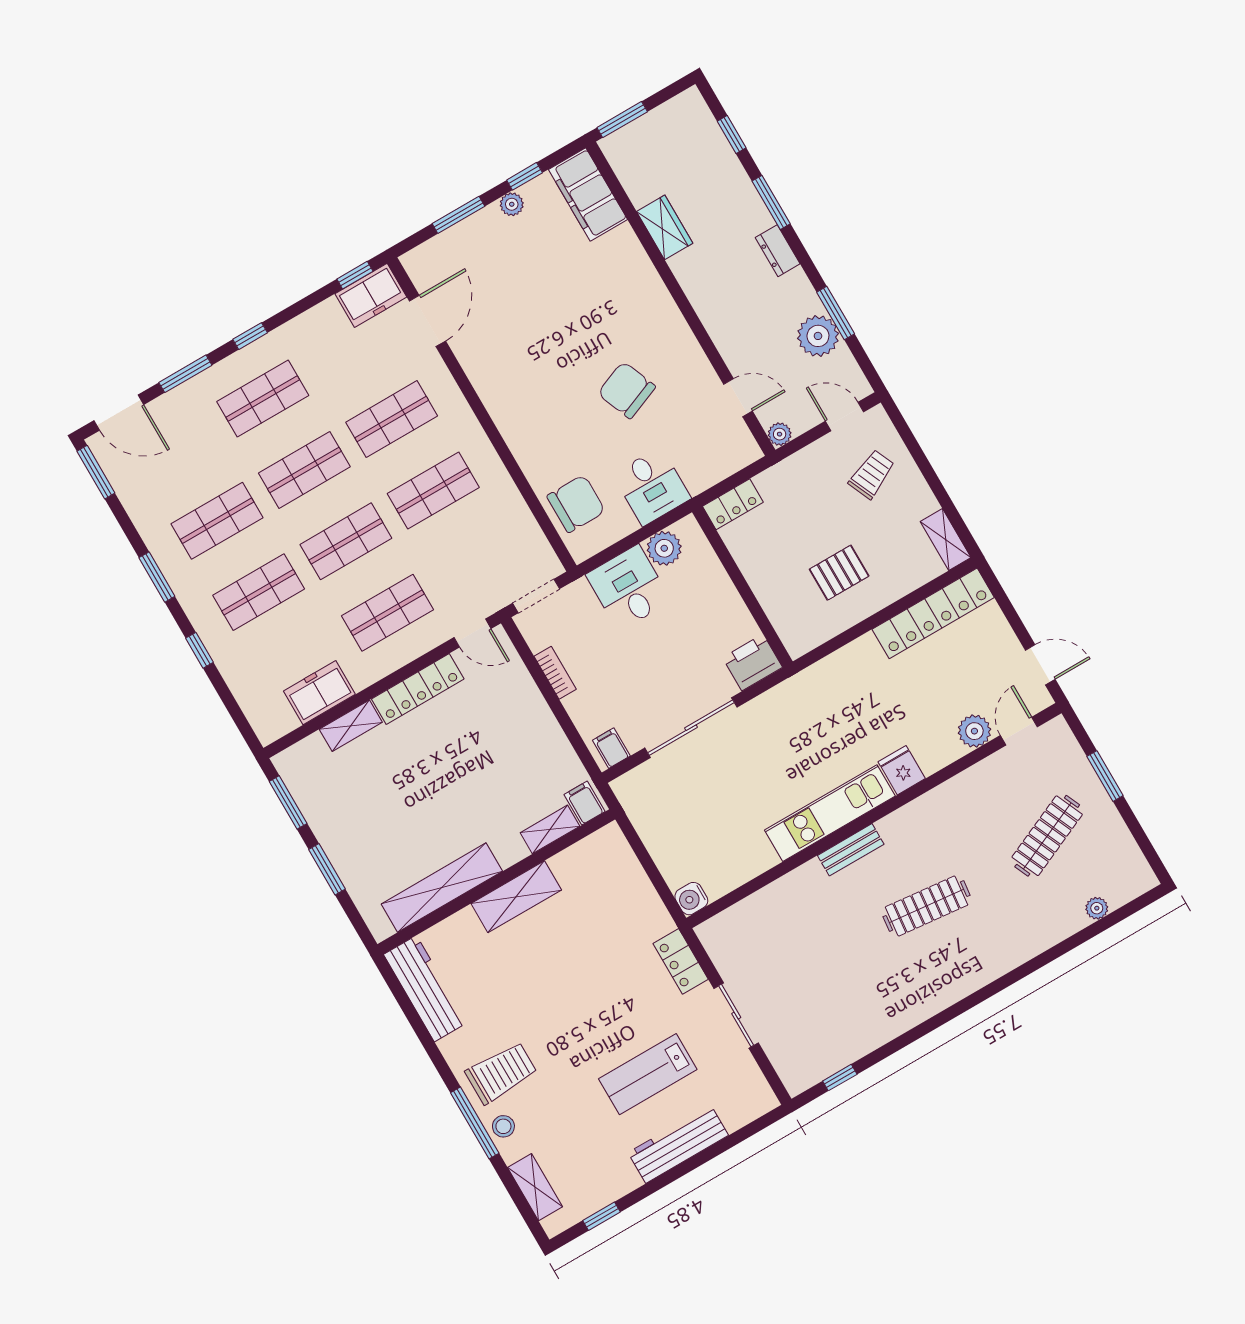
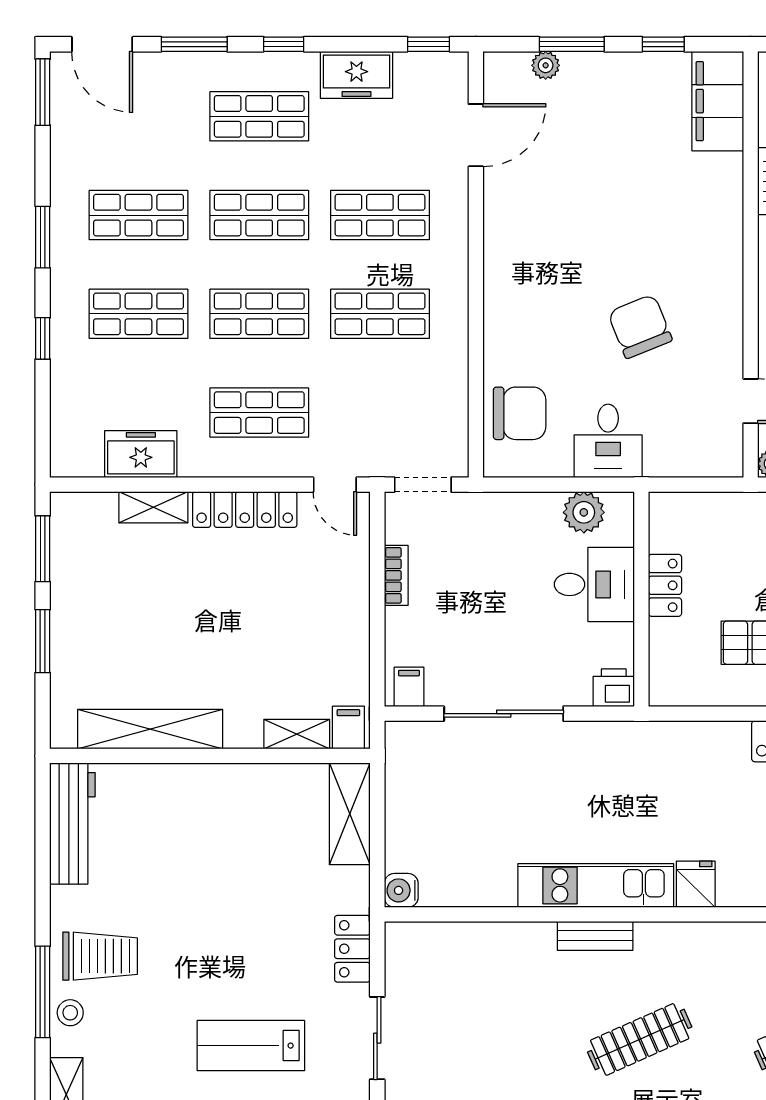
plant: (512, 204) -> (546, 65), moved
freezer: (371, 295) -> (356, 75), moved
locker: (733, 504) -> (665, 585), moved, turned -90
desk: (629, 588) -> (594, 584), moved, turned 90
printer: (752, 662) -> (614, 688), width x0.73, depth x0.81
shelving: (516, 897) -> (350, 814), moved, turned 90
clothes rail: (927, 906) -> (640, 1039), turned -30

